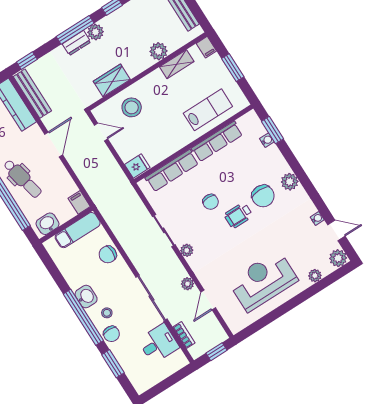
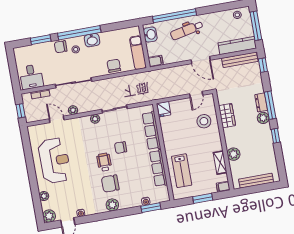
desk: (158, 344) -> (31, 77), moved

